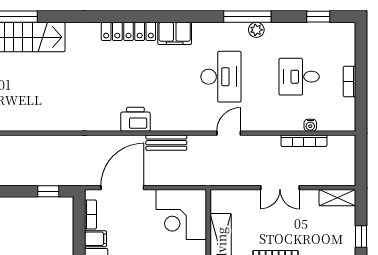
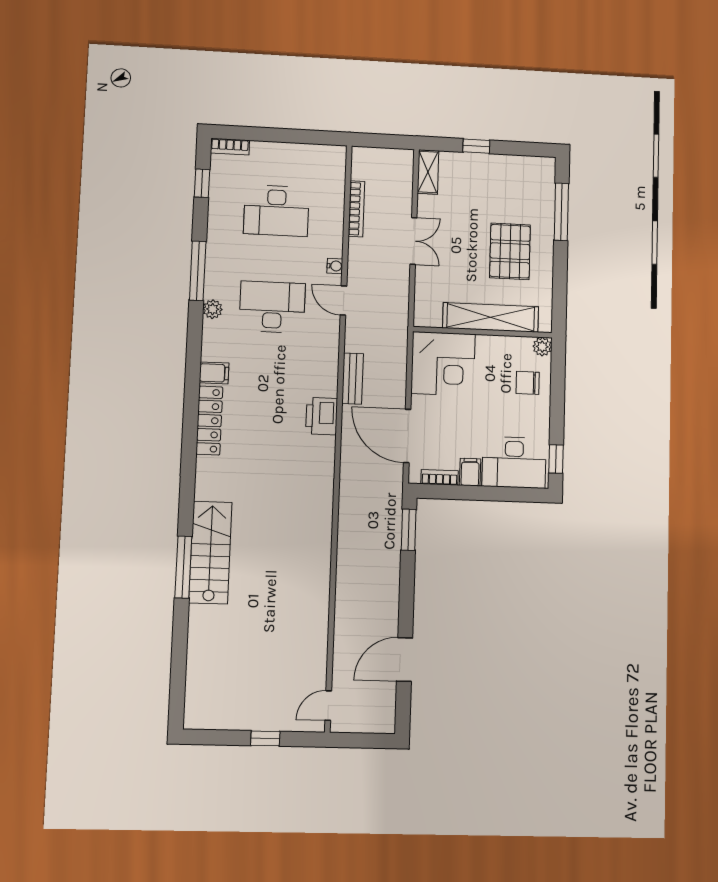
plant: (256, 30) -> (213, 309), moved
filing cabinet: (175, 33) -> (214, 373), width x0.50
desk: (299, 77) -> (276, 211), width x1.37
bookcase: (349, 81) -> (230, 147), moved
water cooler: (310, 125) -> (335, 266), moved
window: (48, 191) -> (409, 530), width x1.50

